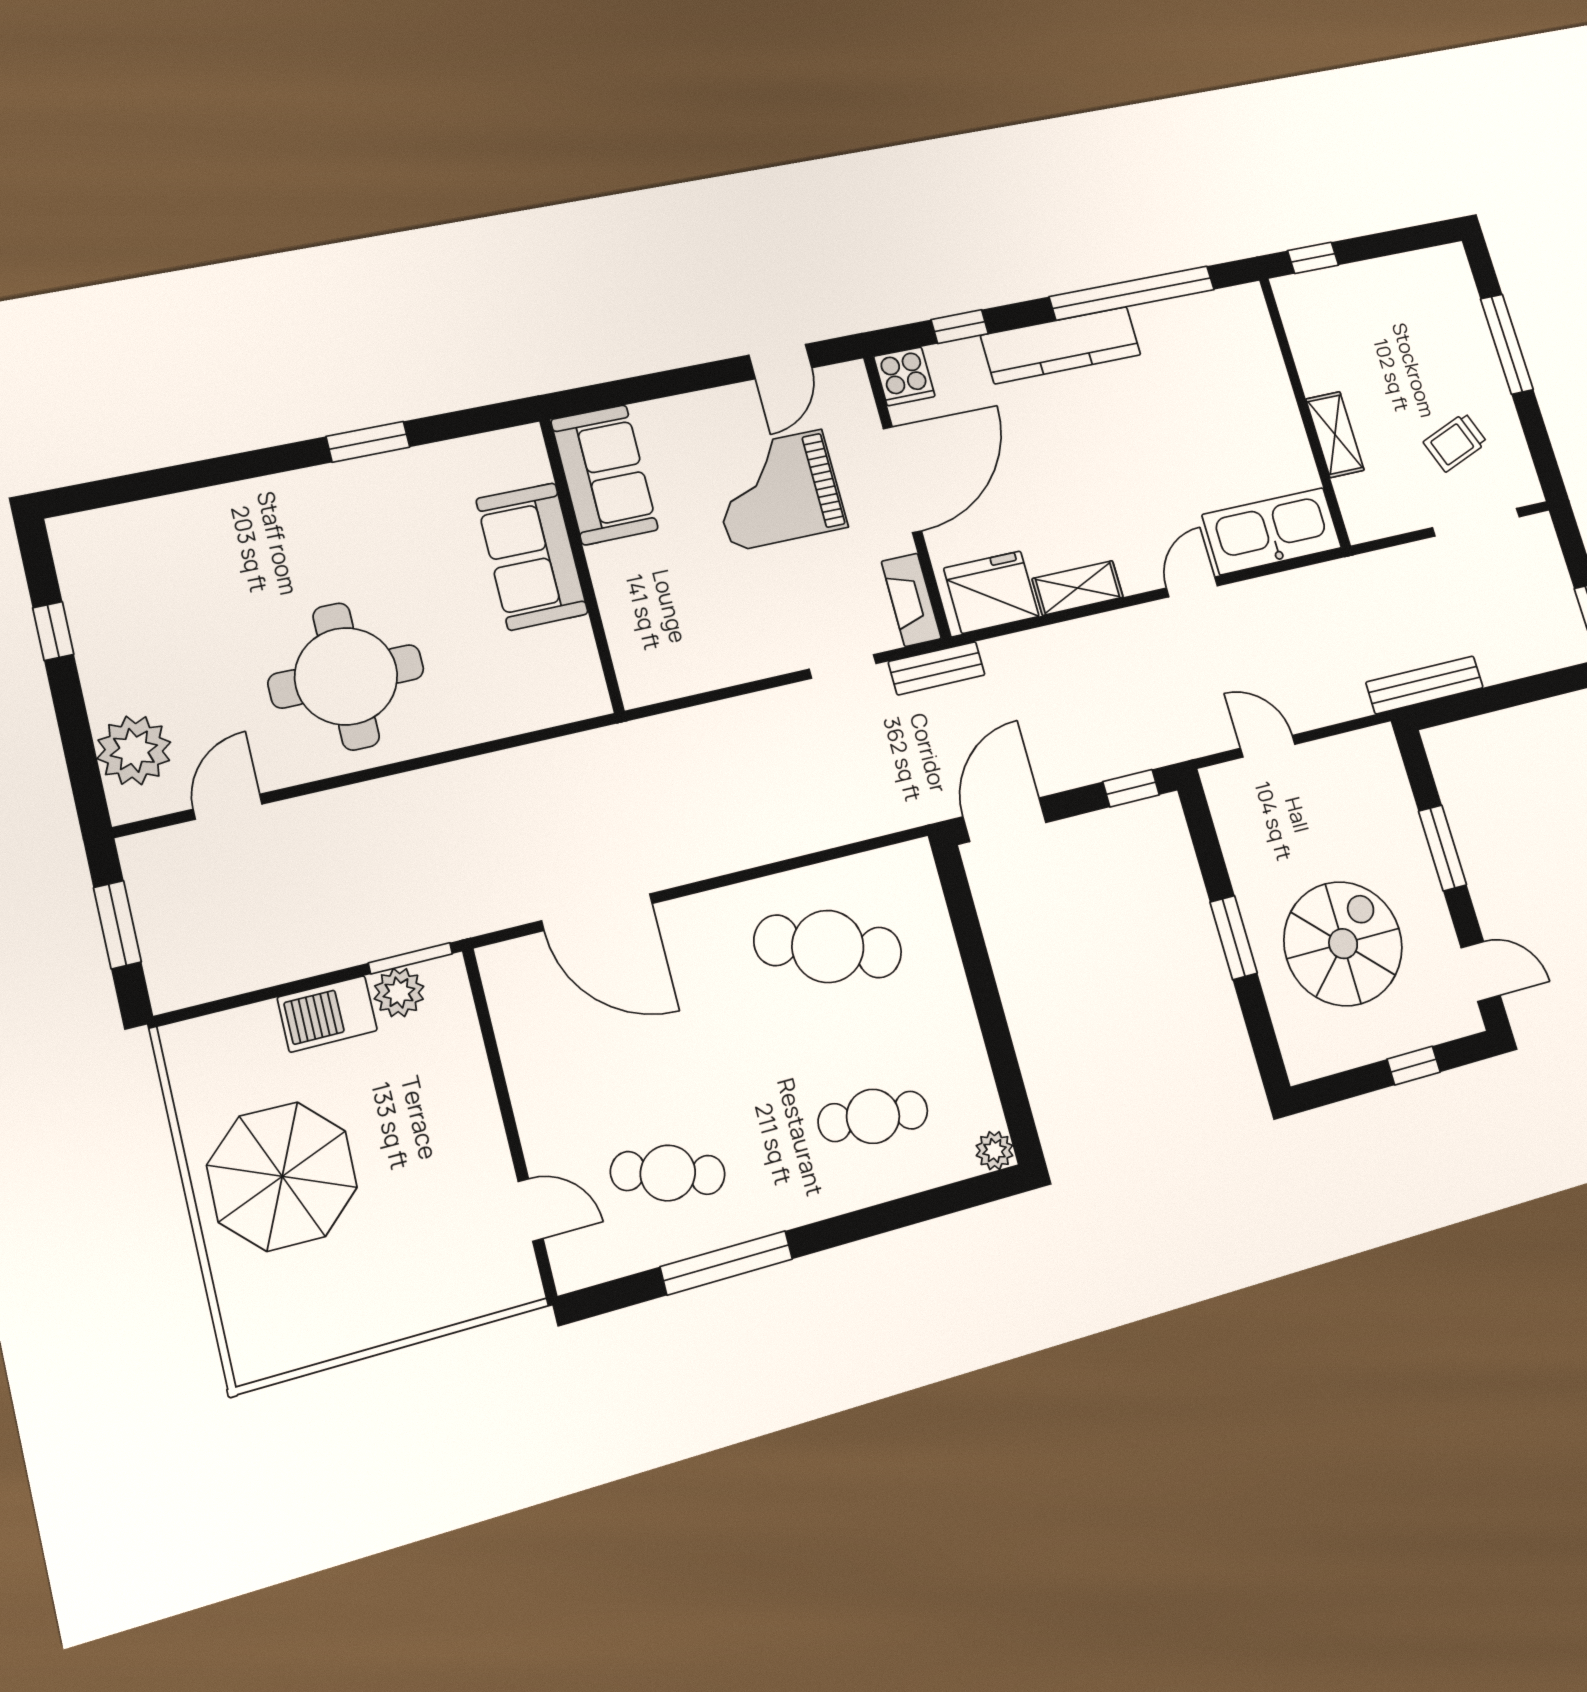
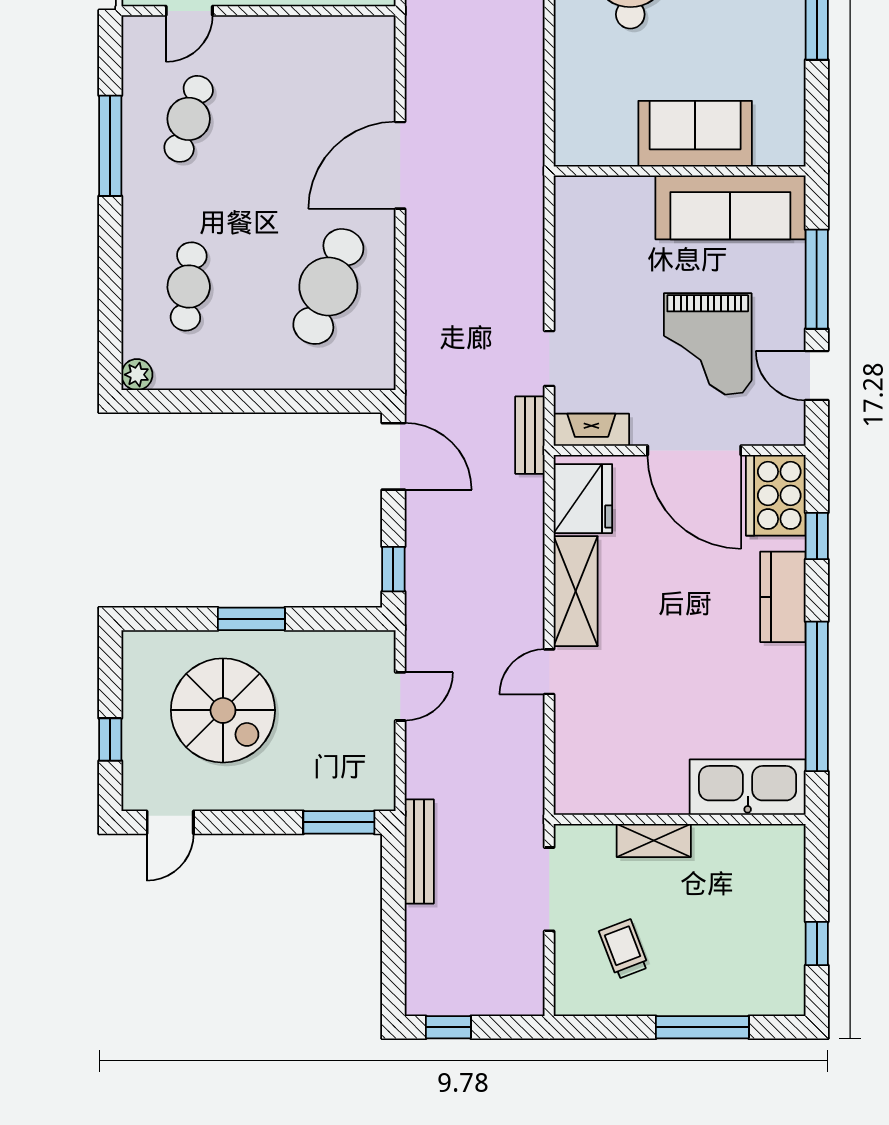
window: (1313, 258) -> (817, 944), moved
kitchen counter: (1061, 345) -> (783, 597), width x0.67
cooker: (904, 376) -> (776, 495), width x1.87, depth x1.31
window: (669, 383) -> (817, 279), added
sofa: (604, 475) -> (730, 207), width x1.36
grand piano: (777, 490) -> (708, 344), turned 180
doorway: (1476, 522) -> (549, 889), moved
kitchen sink: (1272, 531) -> (748, 787), moved, turned -90
door: (1192, 587) -> (549, 672), swing flipped
shelving: (1078, 588) -> (576, 591), width x1.50, depth x1.33
window: (1442, 848) -> (339, 822), moved
door: (597, 912) -> (400, 165), moved

